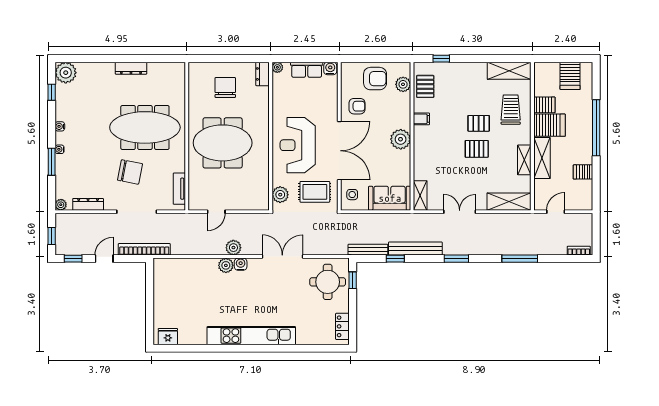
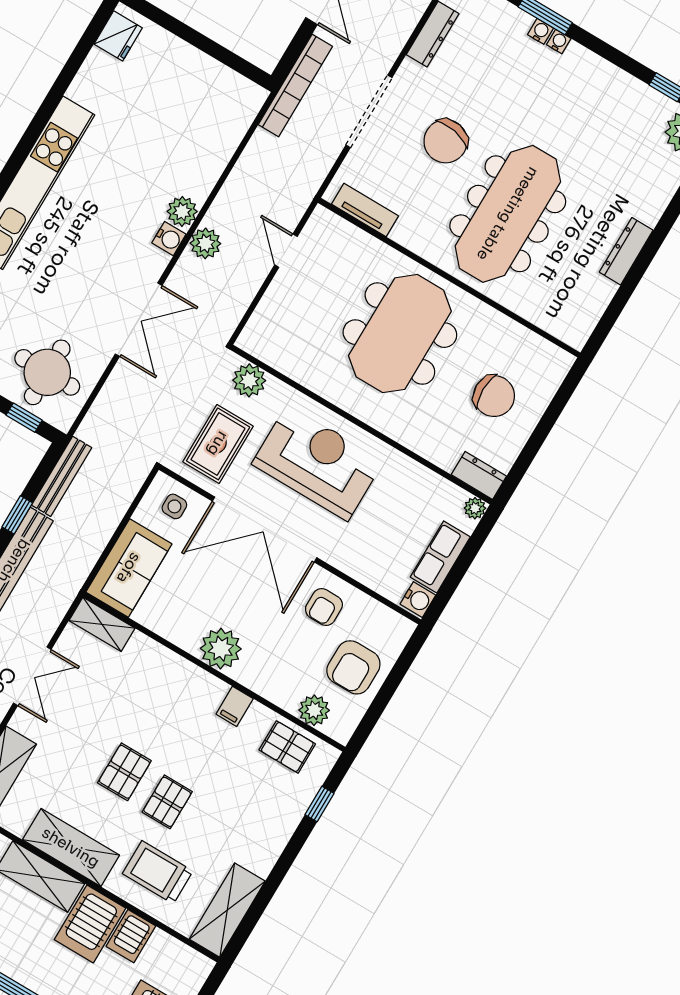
trolley: (511, 110) -> (158, 872), turned 180
water cooler: (60, 126) -> (540, 31), moved
shelving: (524, 160) -> (71, 847), width x1.50, depth x1.33

